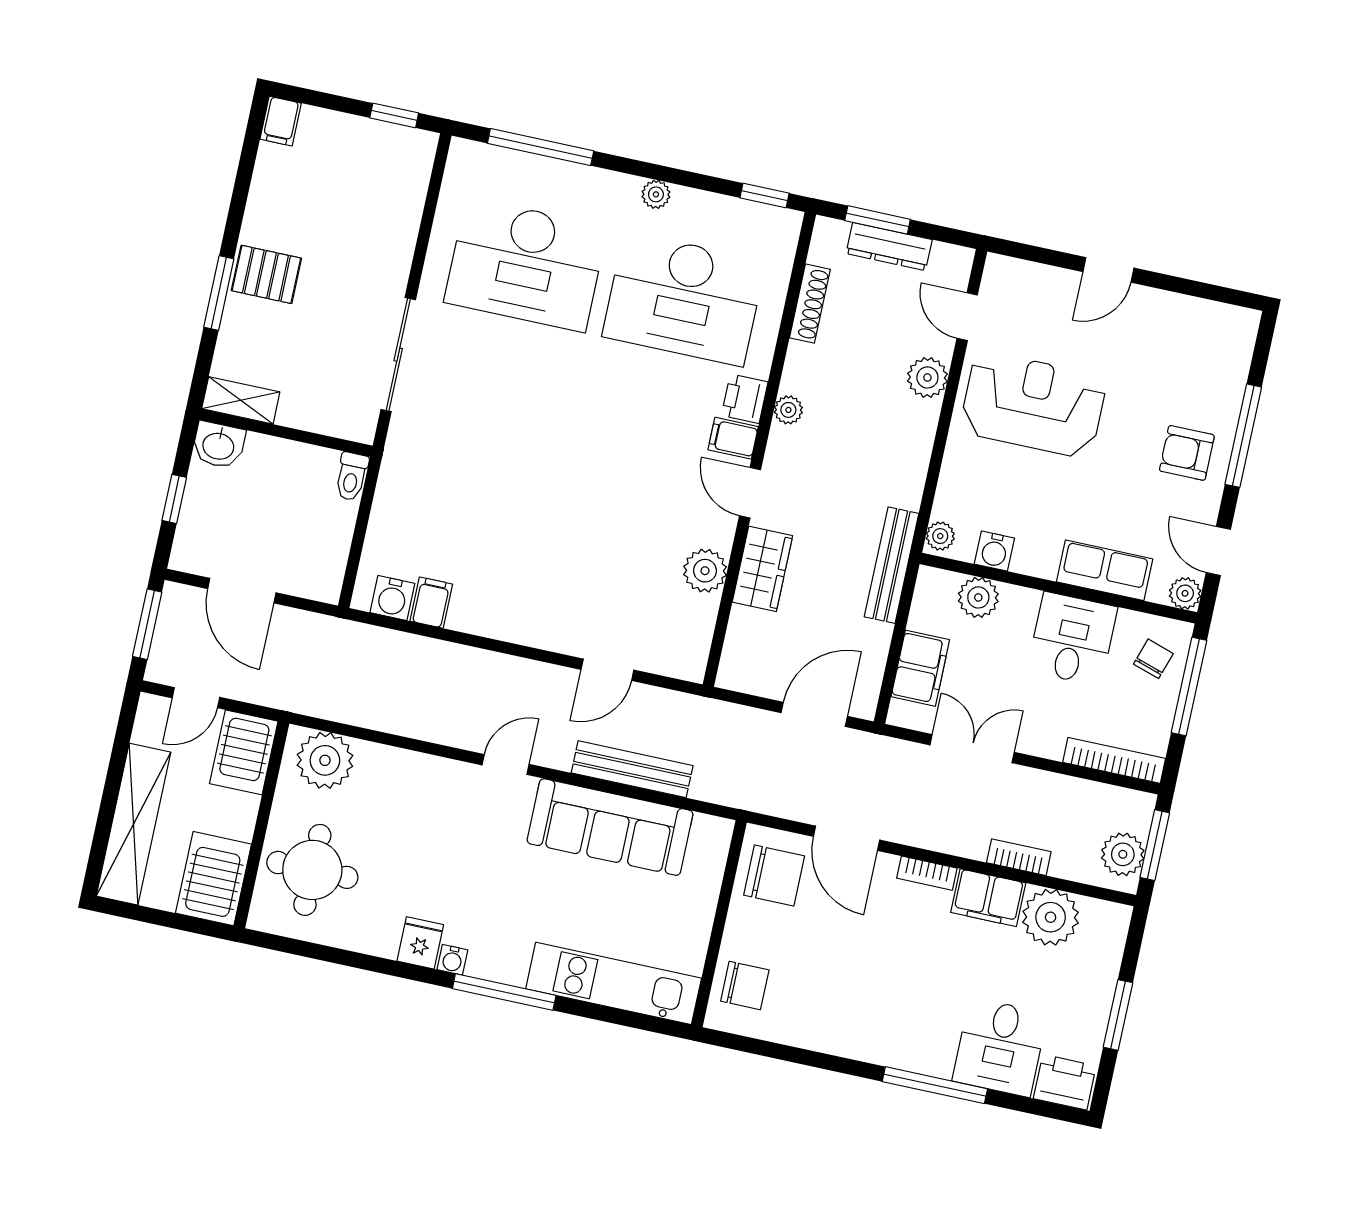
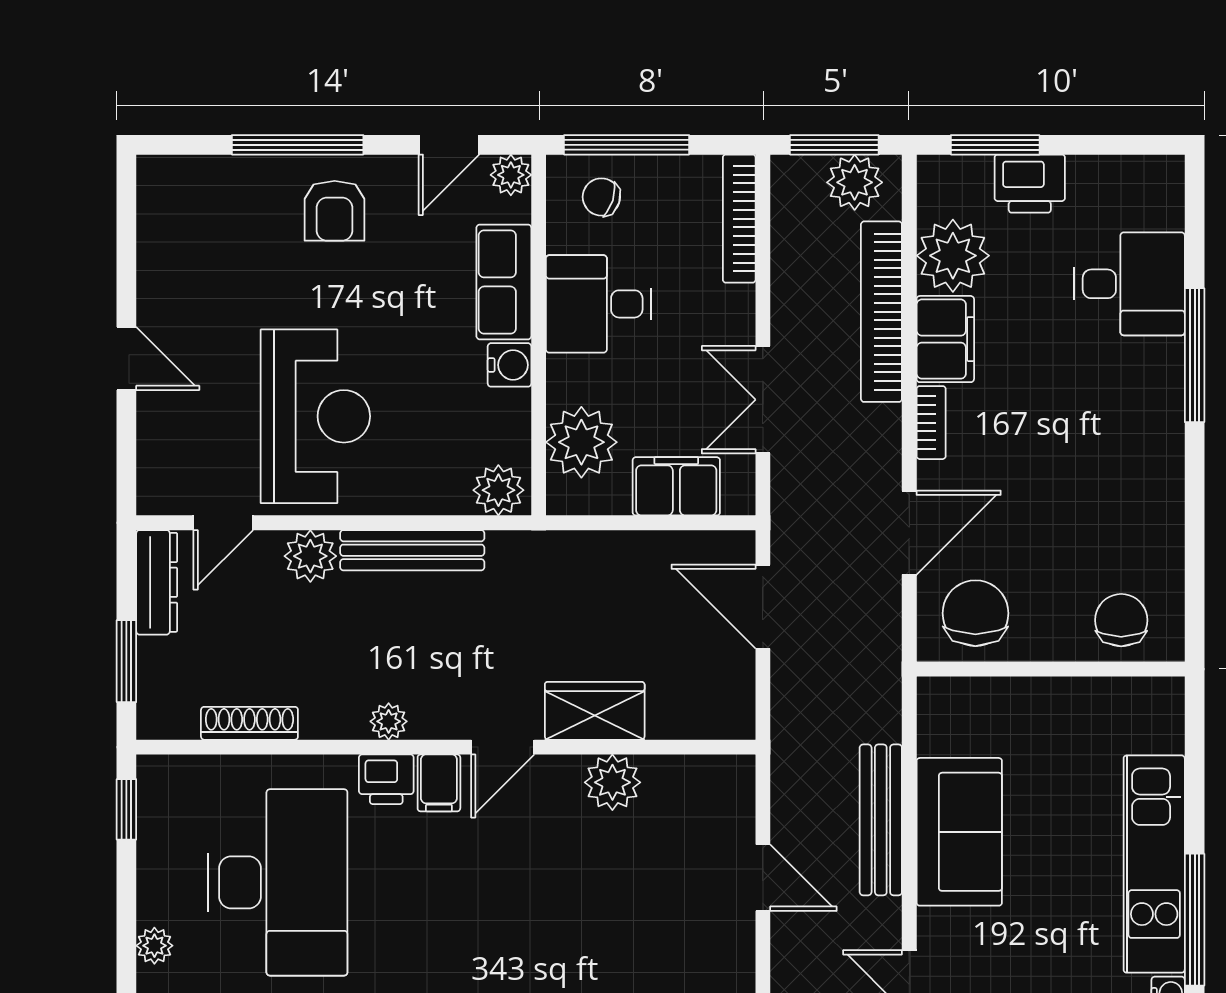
dresser: (889, 247) -> (157, 582), moved
reception desk: (1033, 404) -> (315, 416), turned 180
plant: (940, 536) -> (498, 490), width x1.38, depth x1.38
water cooler: (994, 551) -> (510, 365), moved
bench: (892, 565) -> (412, 550), moved
plant: (978, 597) -> (581, 442), width x1.36, depth x1.36
sofa: (610, 827) -> (959, 832), width x0.73
bookcase: (1019, 857) -> (881, 312), width x2.31, depth x1.31
kitchen unit: (614, 983) -> (1154, 864), moved
window: (1118, 1015) -> (995, 145), moved
printer: (1065, 1082) -> (1030, 184), moved, turned -90

